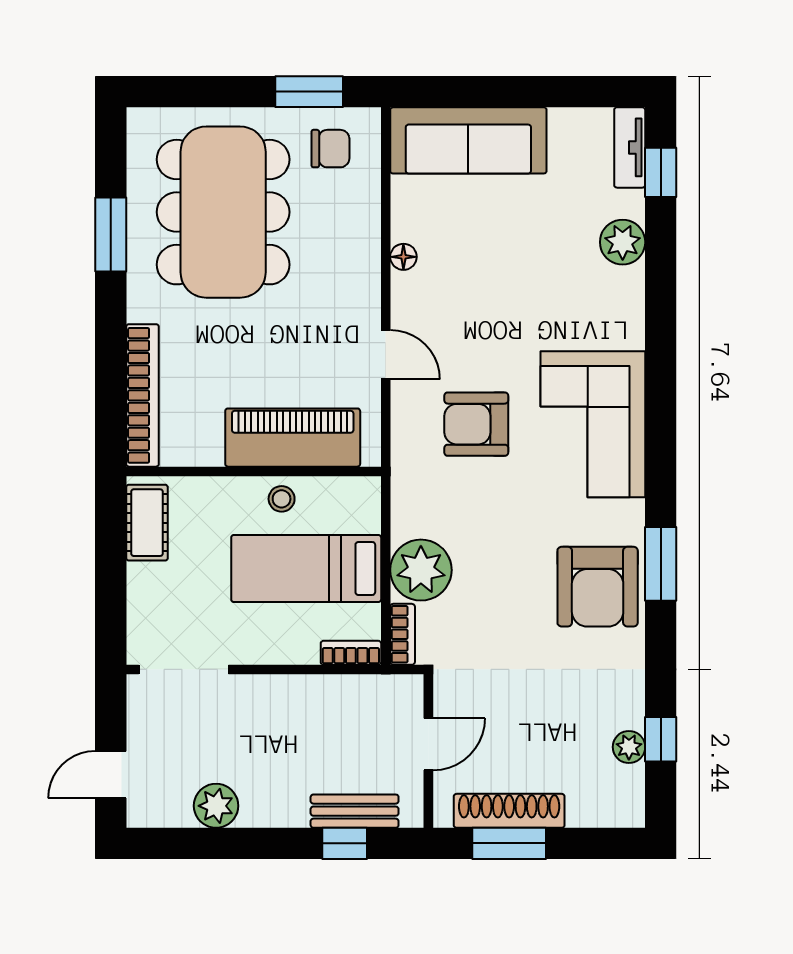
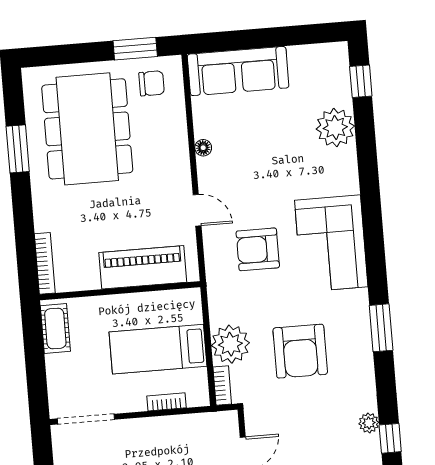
tv unit: (630, 147) -> (340, 67), removed
plant: (623, 242) -> (335, 128), width x1.36, depth x1.36
bookcase: (142, 395) -> (45, 263), width x0.68, depth x0.76
stool: (282, 499) -> (139, 307), removed
armchair: (598, 587) -> (300, 351), moved
bookcase: (351, 653) -> (167, 402), moved
plant: (629, 747) -> (369, 423), moved

